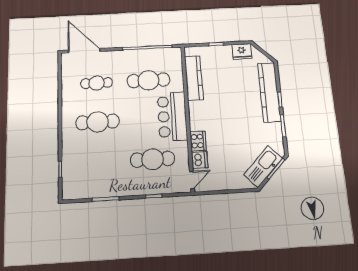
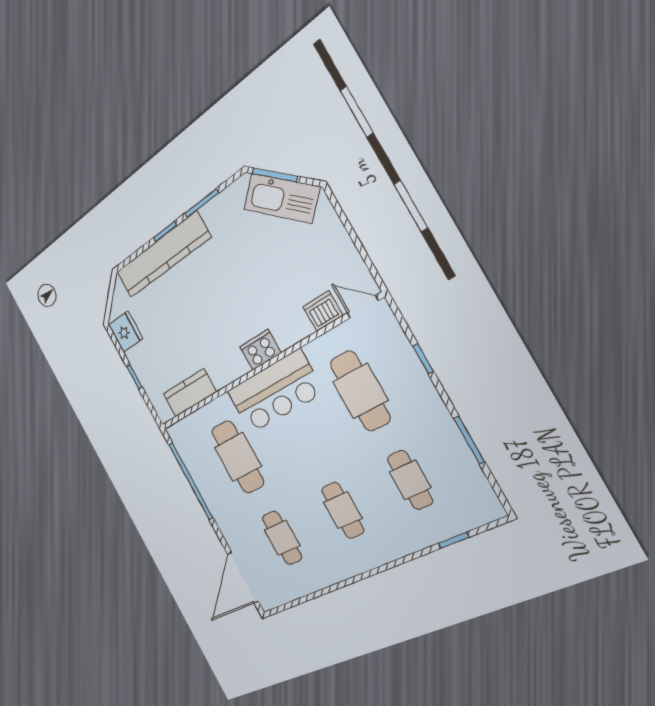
kitchen counter: (194, 78) -> (190, 393), width x0.67
cafe table: (98, 122) -> (343, 510), width x0.73, depth x0.74
cooker: (198, 141) -> (260, 350), moved
cafe table: (98, 162) -> (410, 480), added

